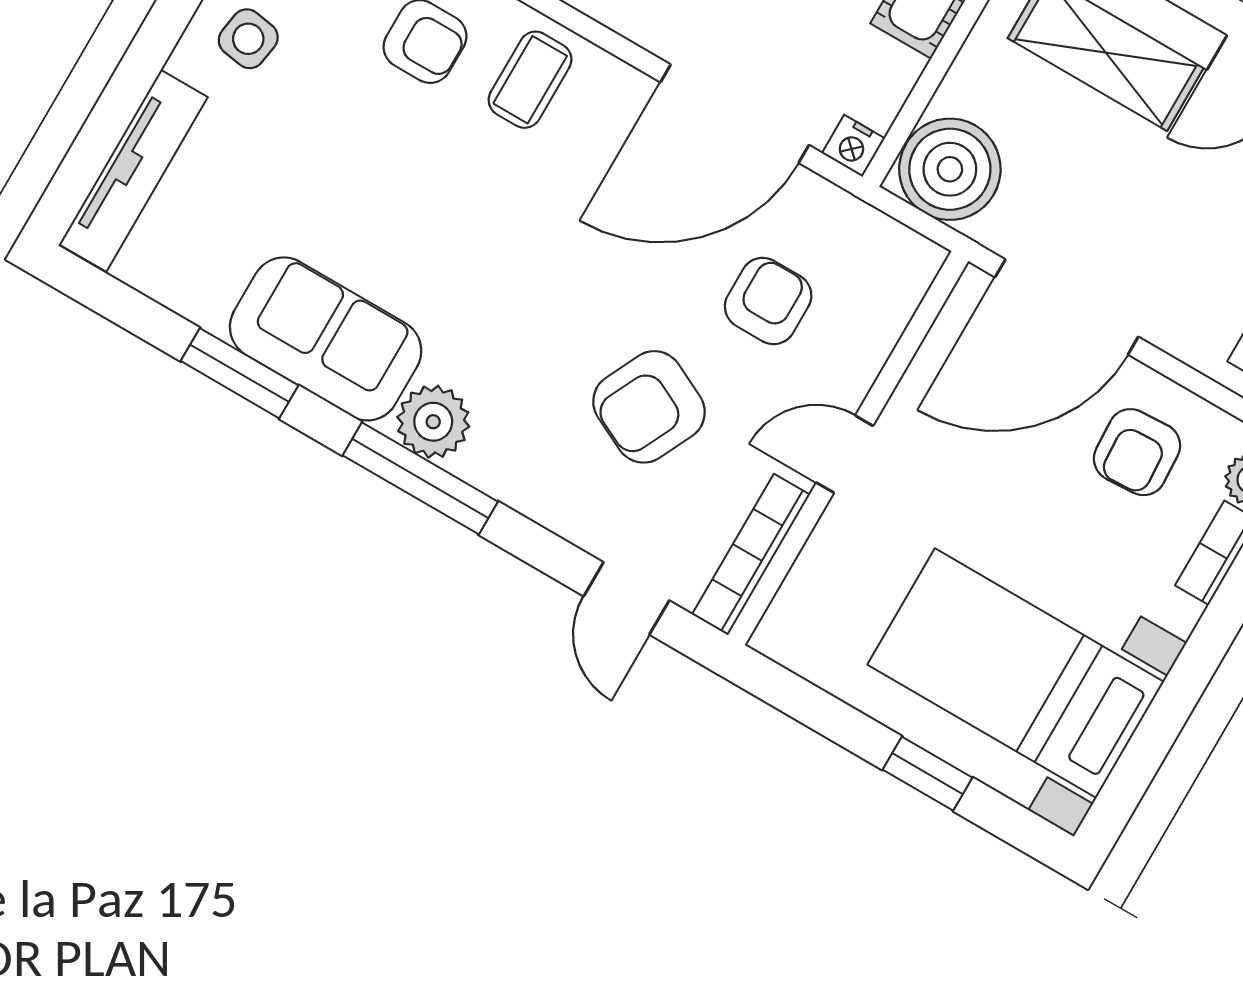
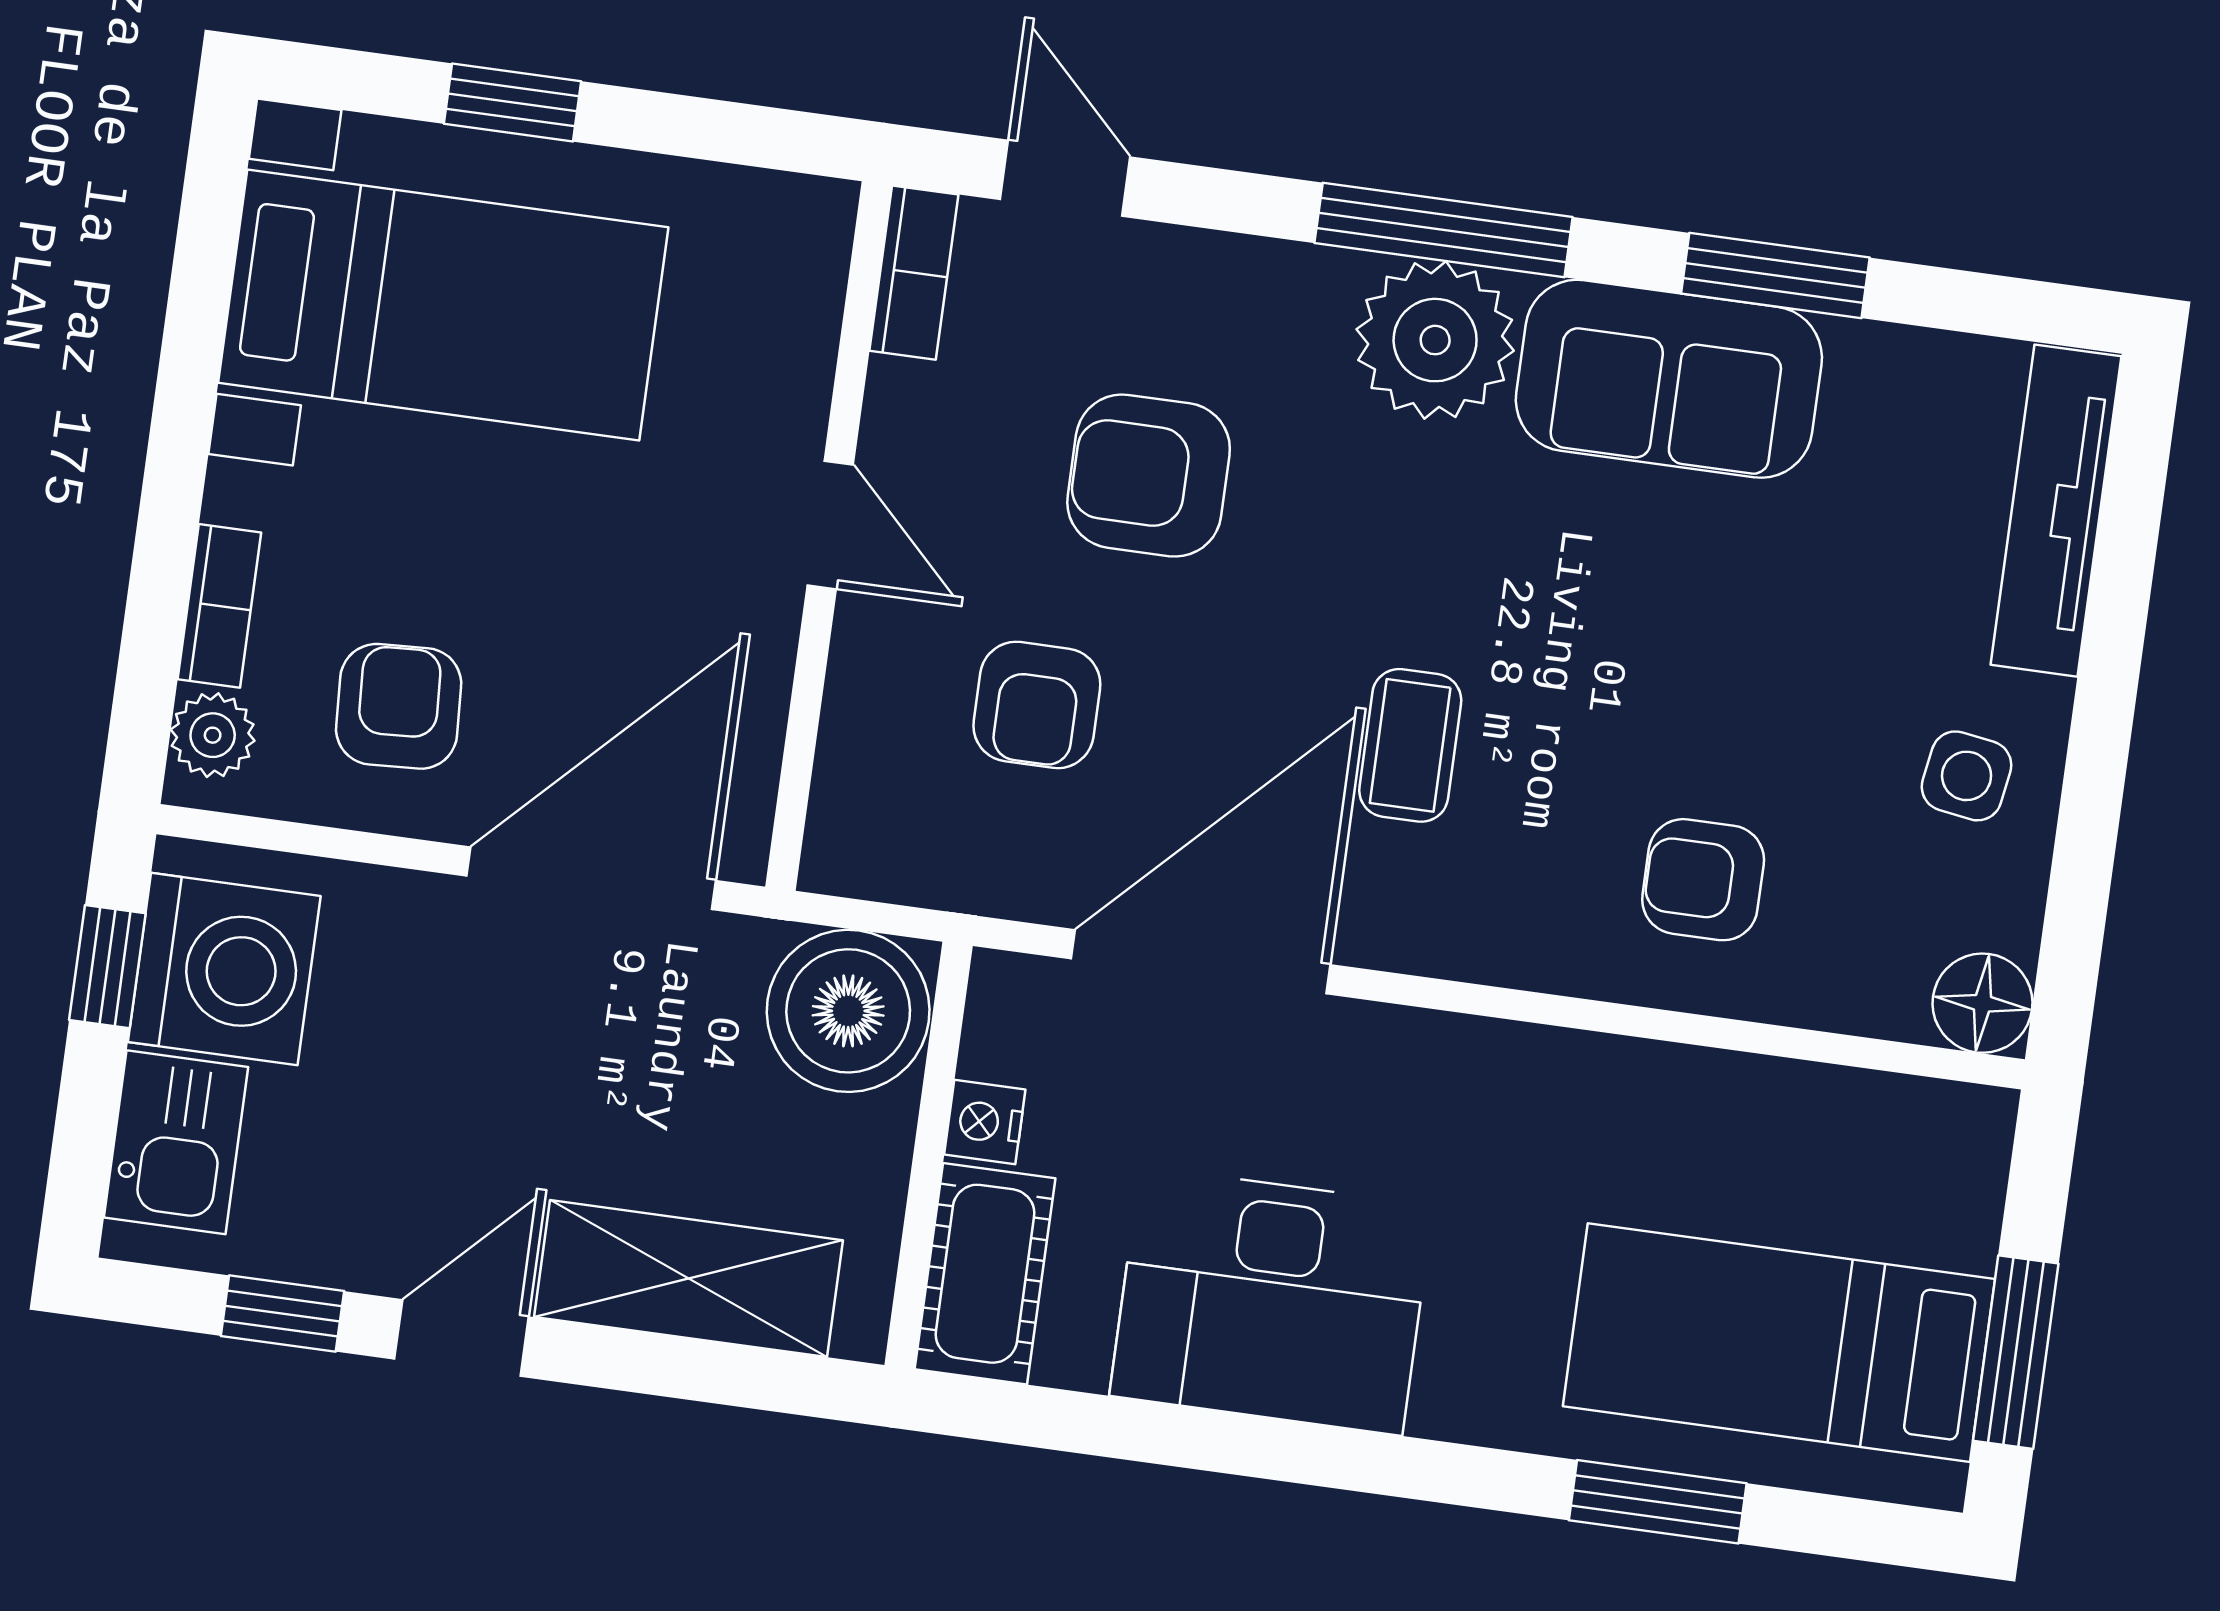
coffee table: (530, 80) -> (1410, 745), moved
nightstand: (853, 146) -> (985, 1122), moved, turned -90
armchair: (649, 407) -> (1149, 476), turned -116
plant: (433, 422) -> (1435, 340), width x1.36, depth x1.36
door: (845, 454) -> (830, 525), hinge flipped
bookcase: (751, 555) -> (914, 273), width x0.64

